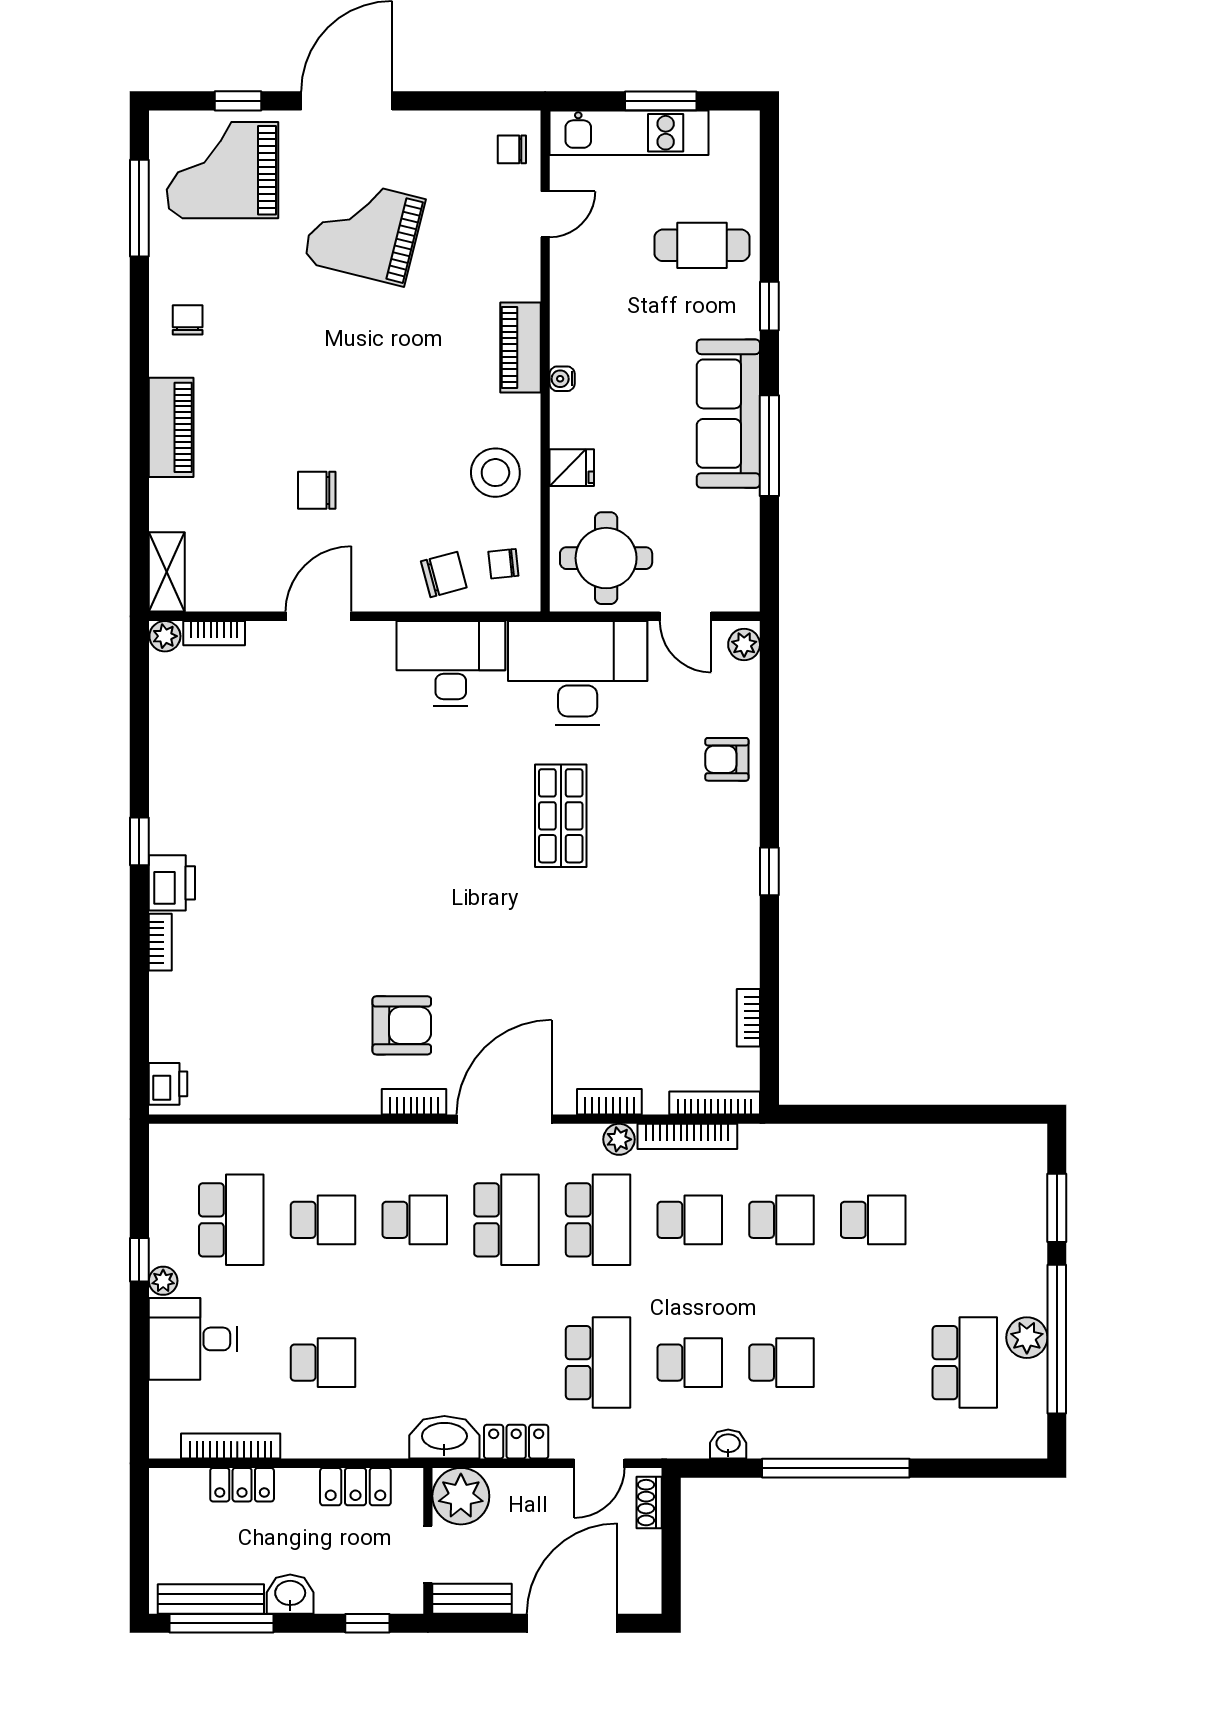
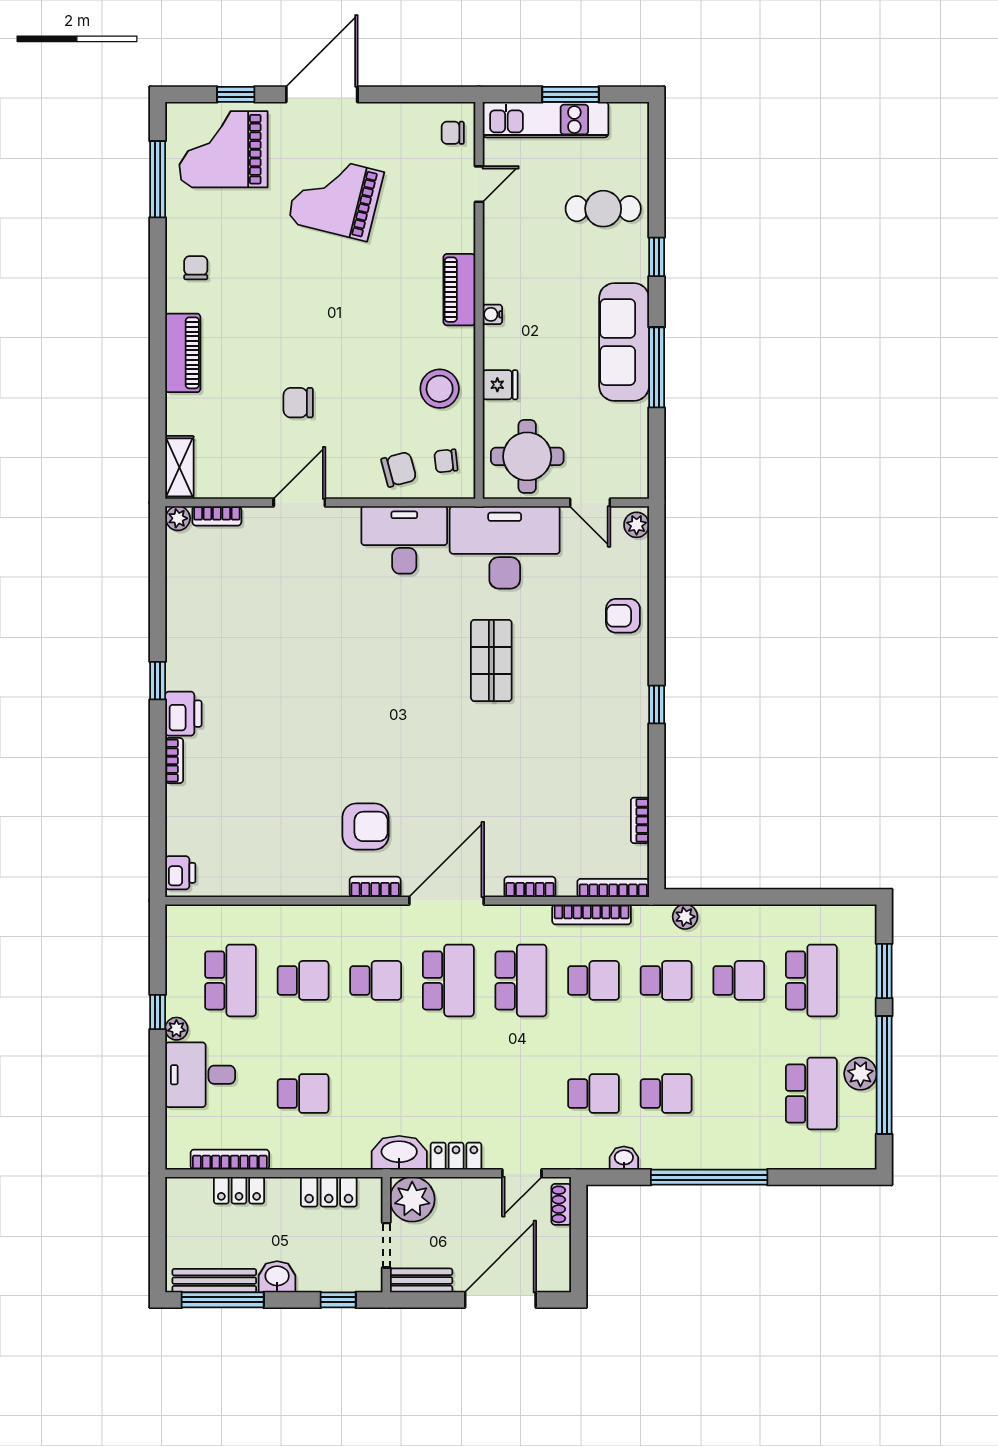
plant: (619, 1139) -> (685, 917), moved
school desk: (598, 1363) -> (811, 980), moved

